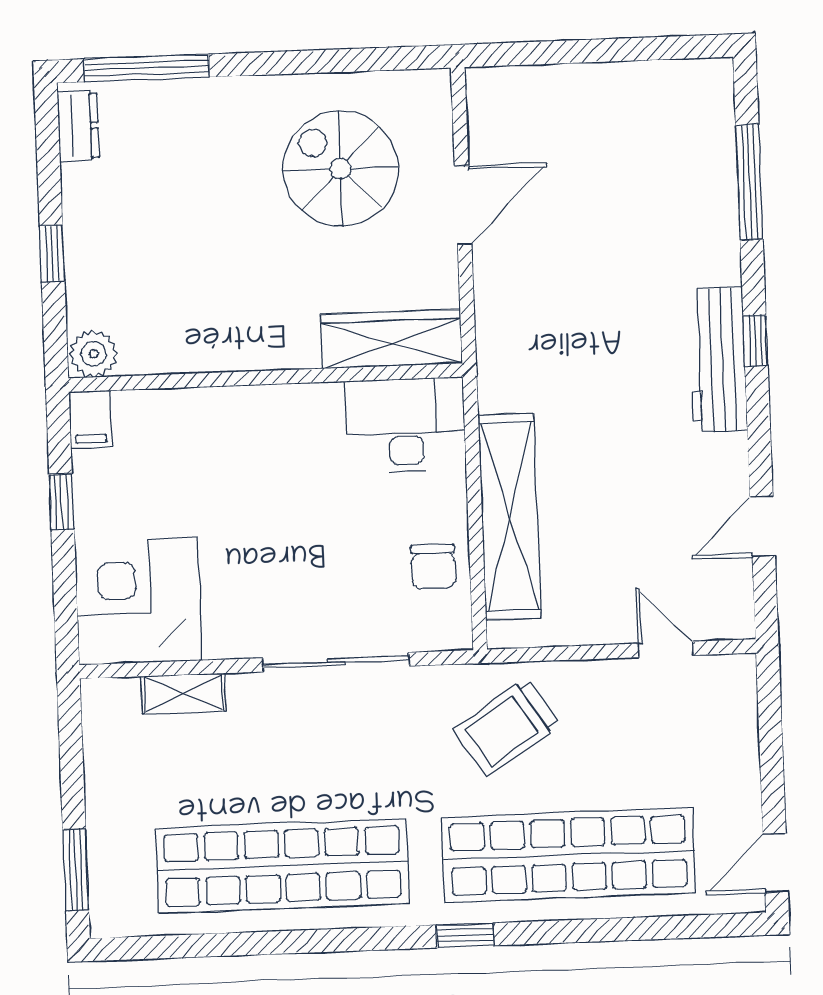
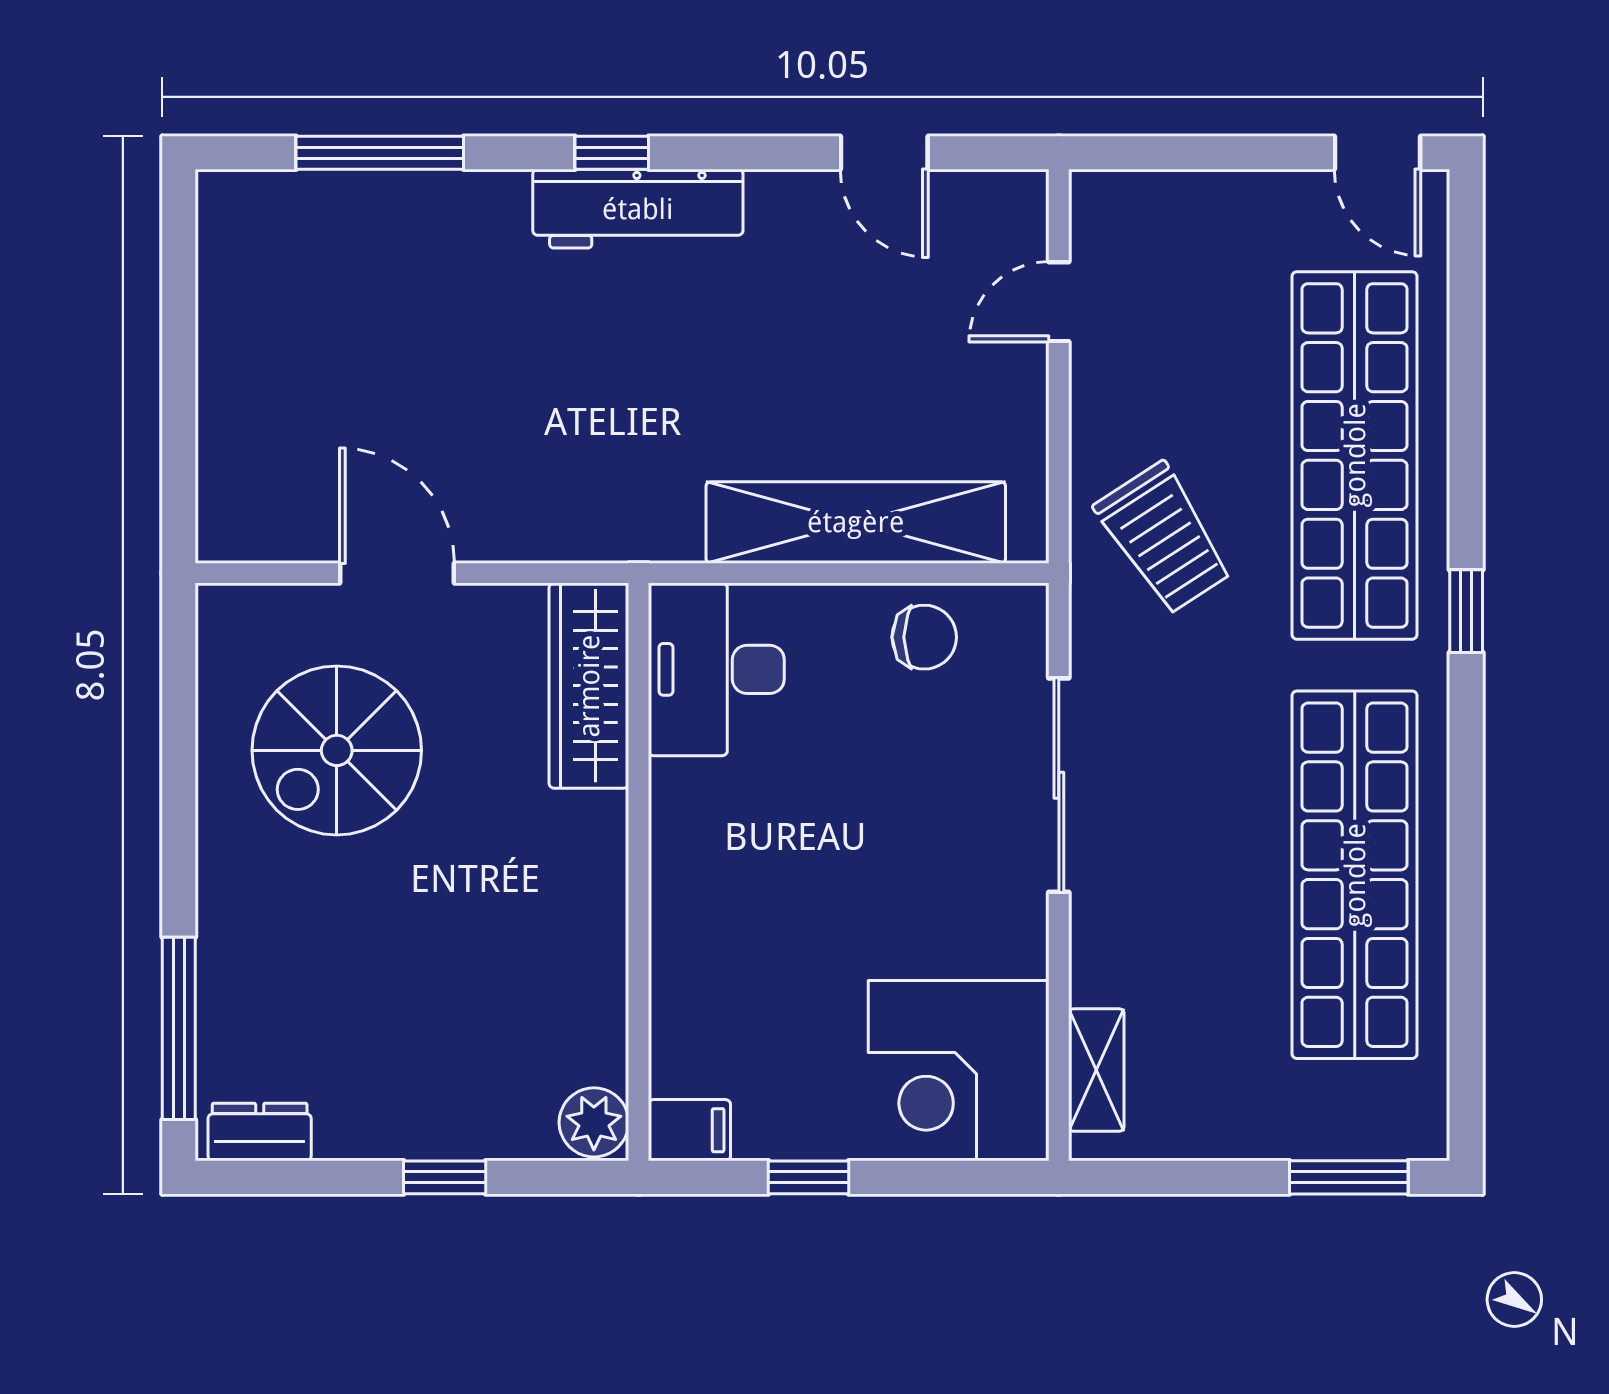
shelving: (183, 694) -> (1096, 1070), moved

